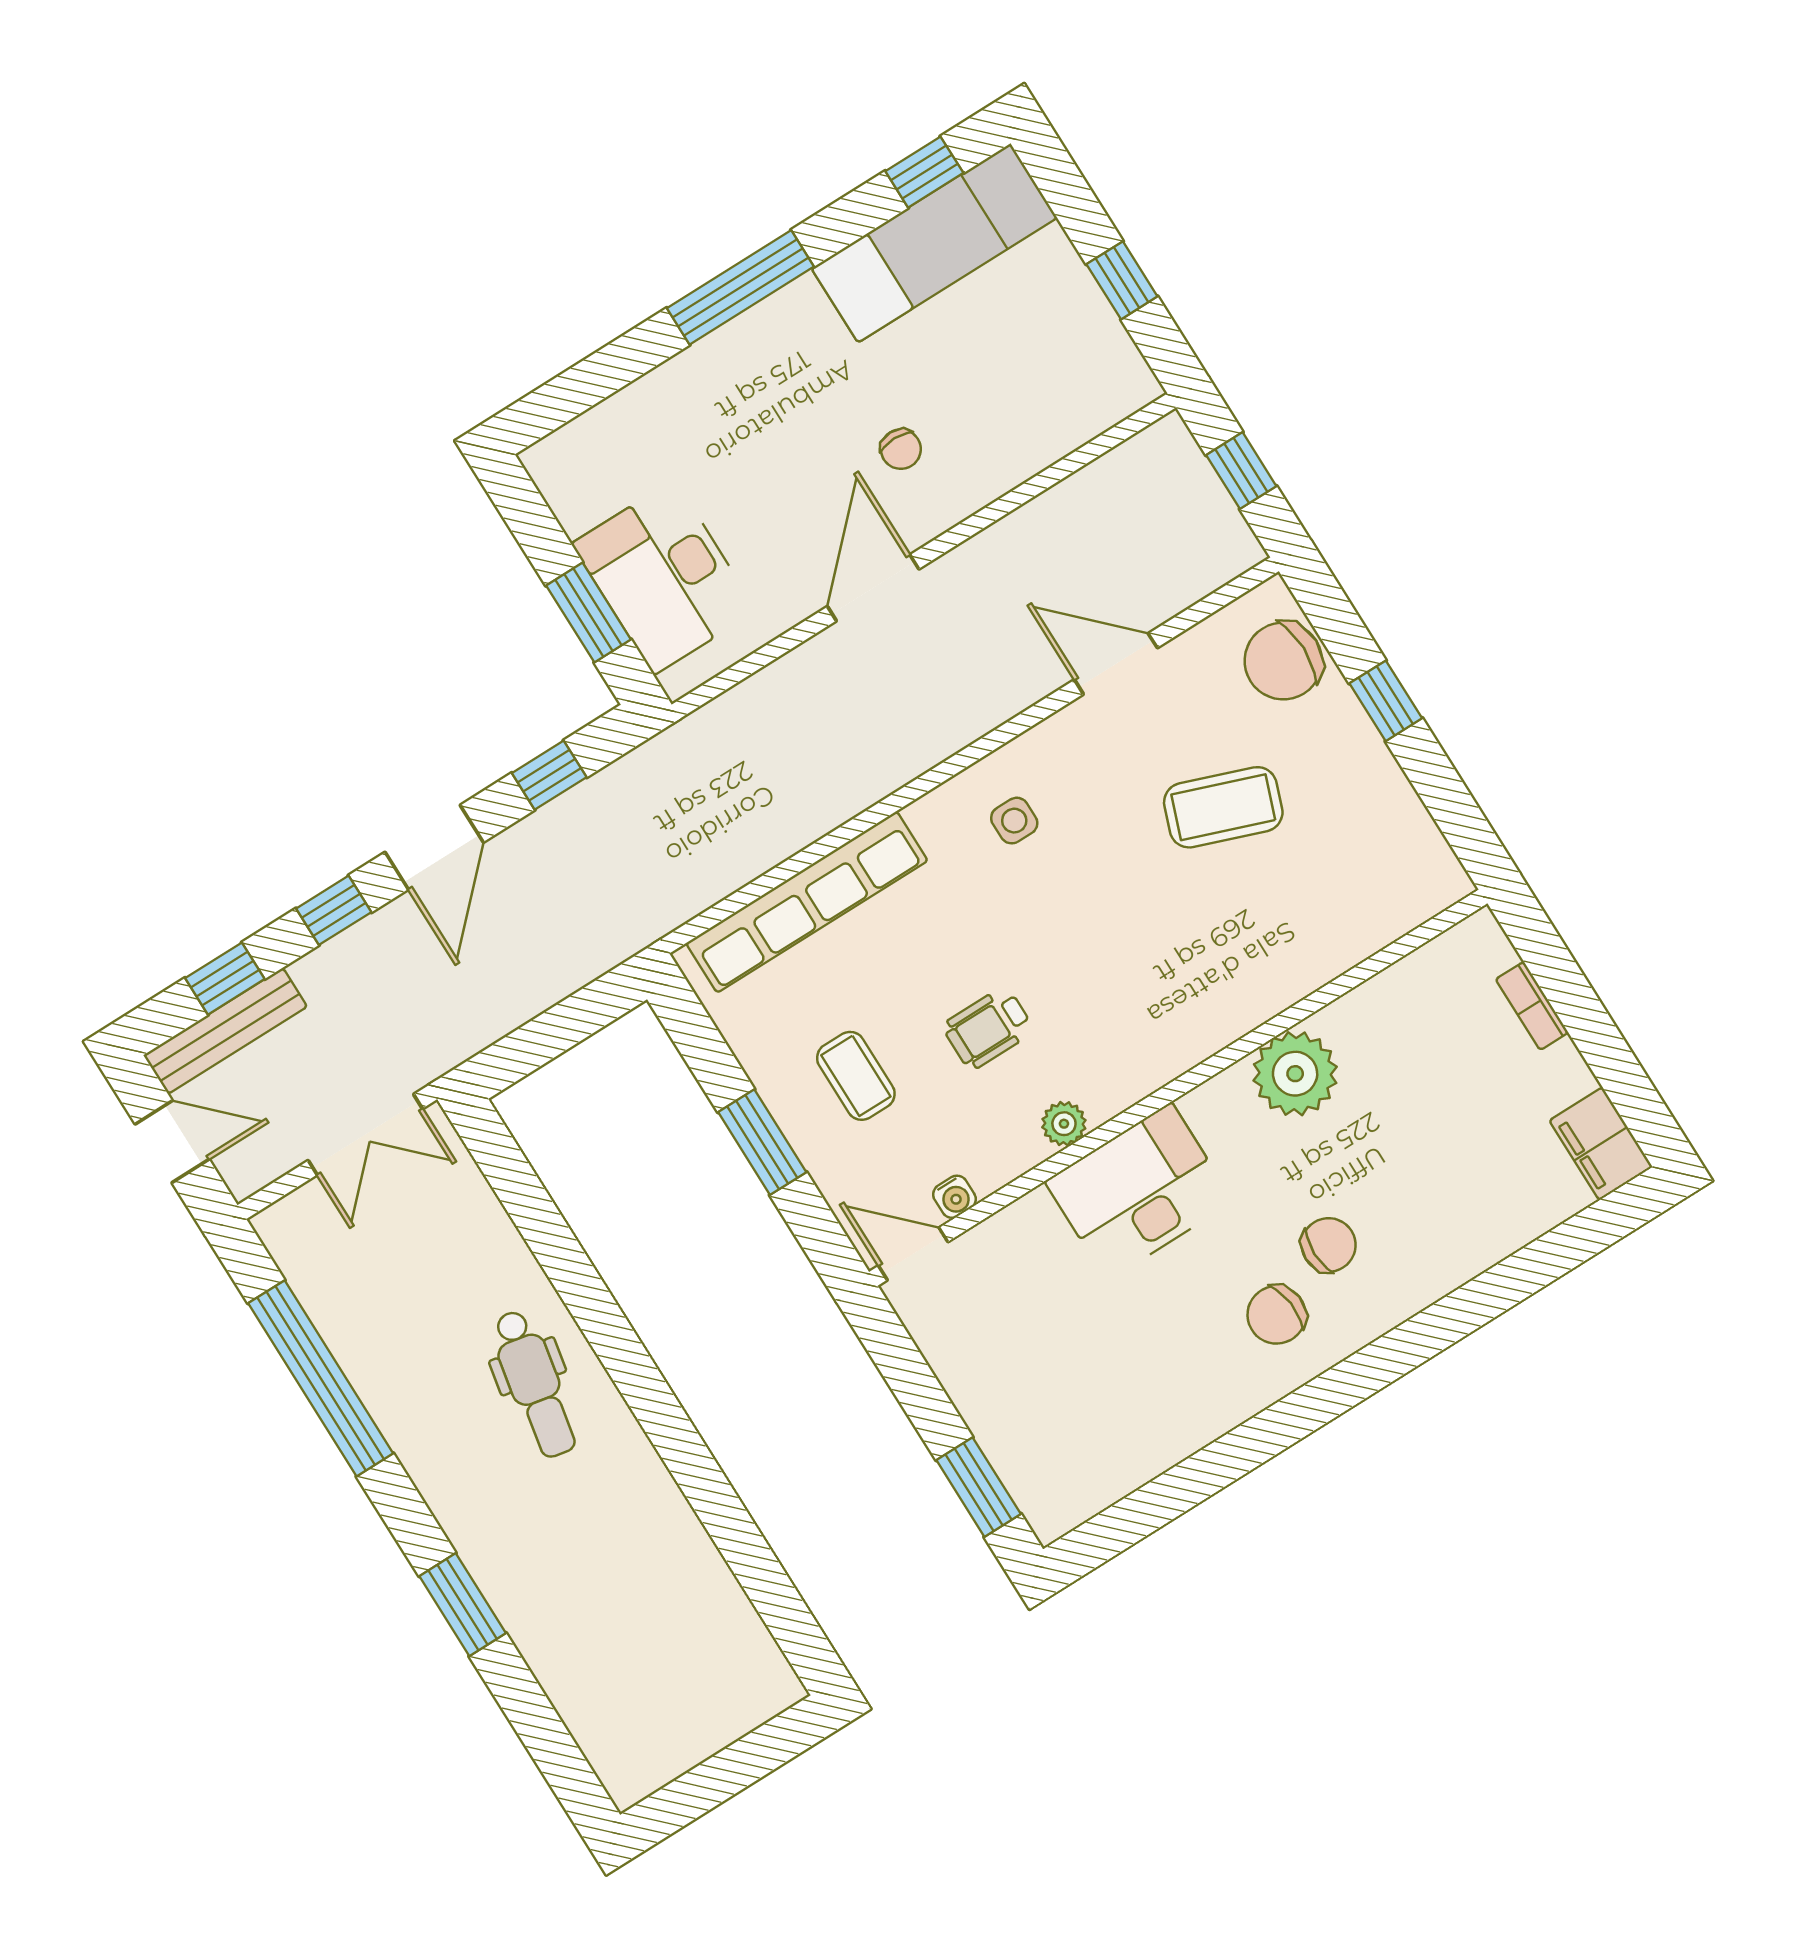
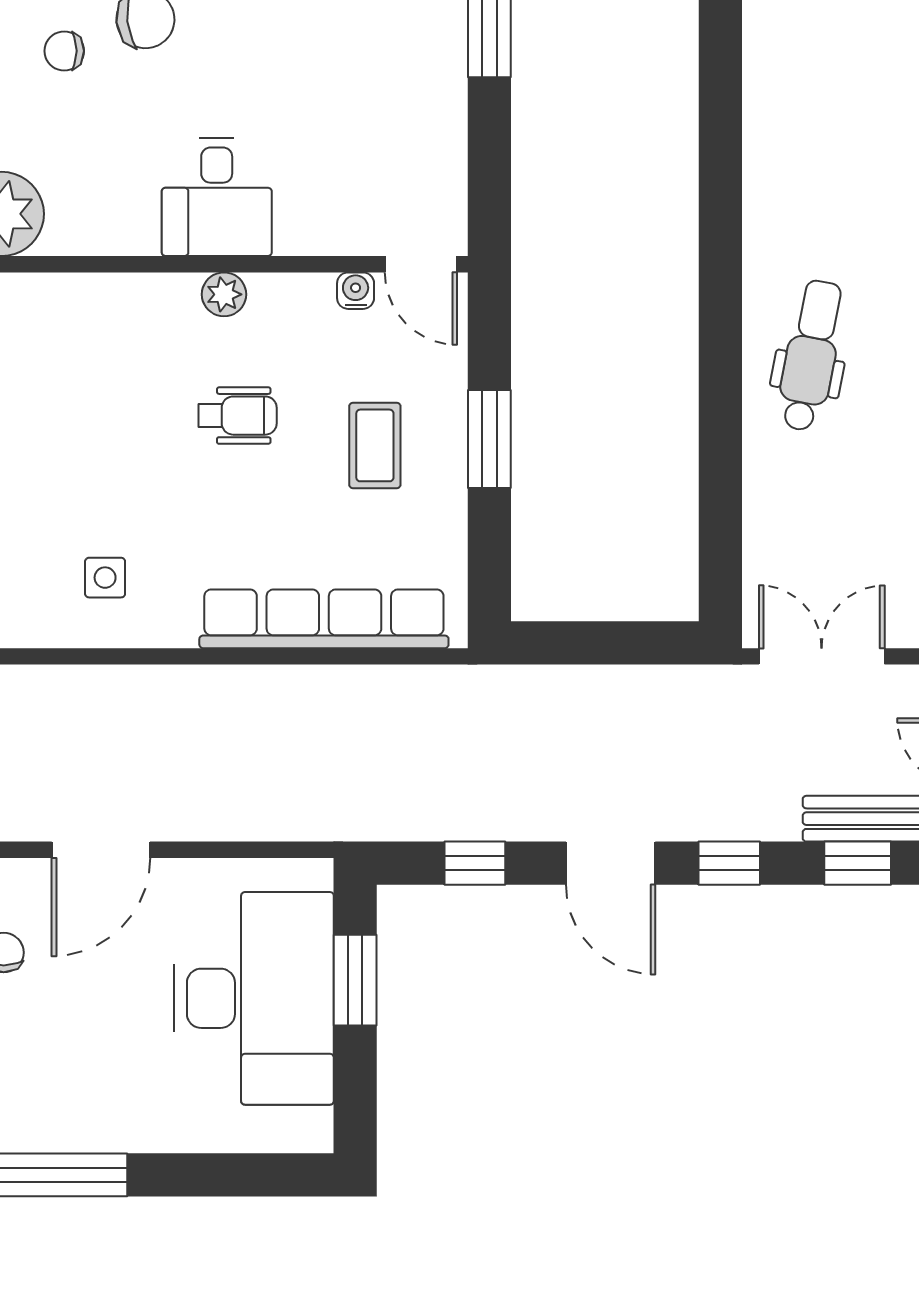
desk: (664, 577) -> (254, 998), width x1.36, depth x1.30
door: (434, 847) -> (611, 863), swing flipped
desk: (1139, 1191) -> (217, 197), width x0.73
chair: (1329, 1245) -> (64, 51), width x0.73, depth x0.73

